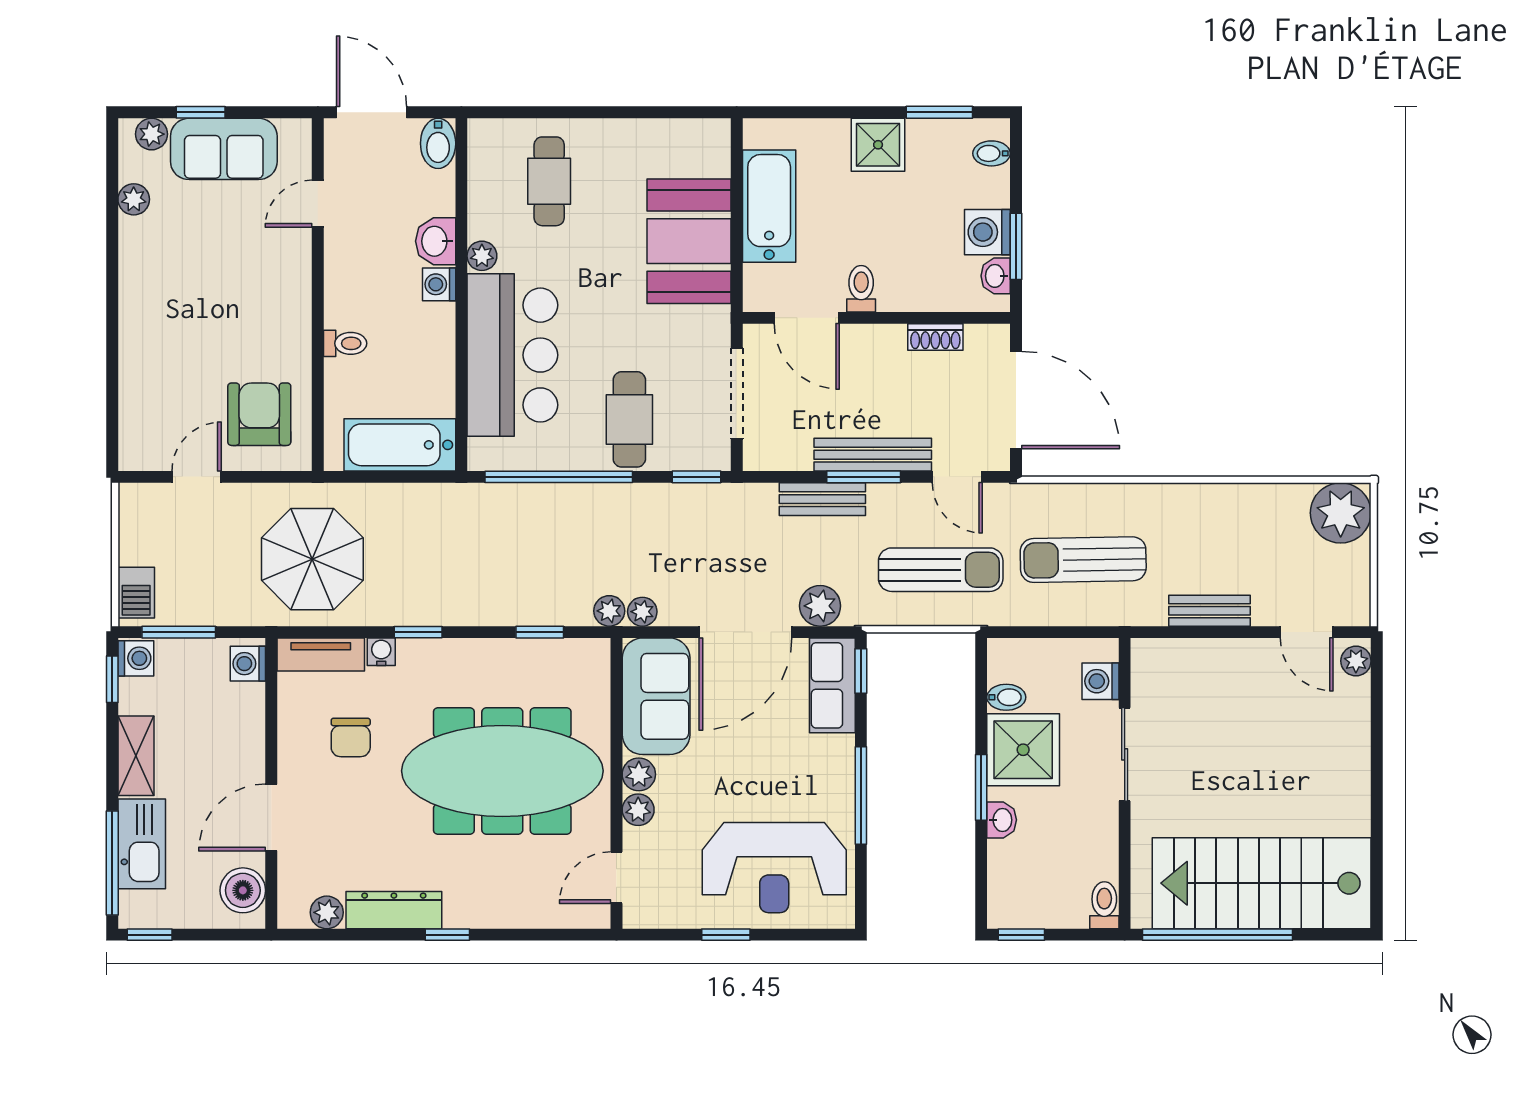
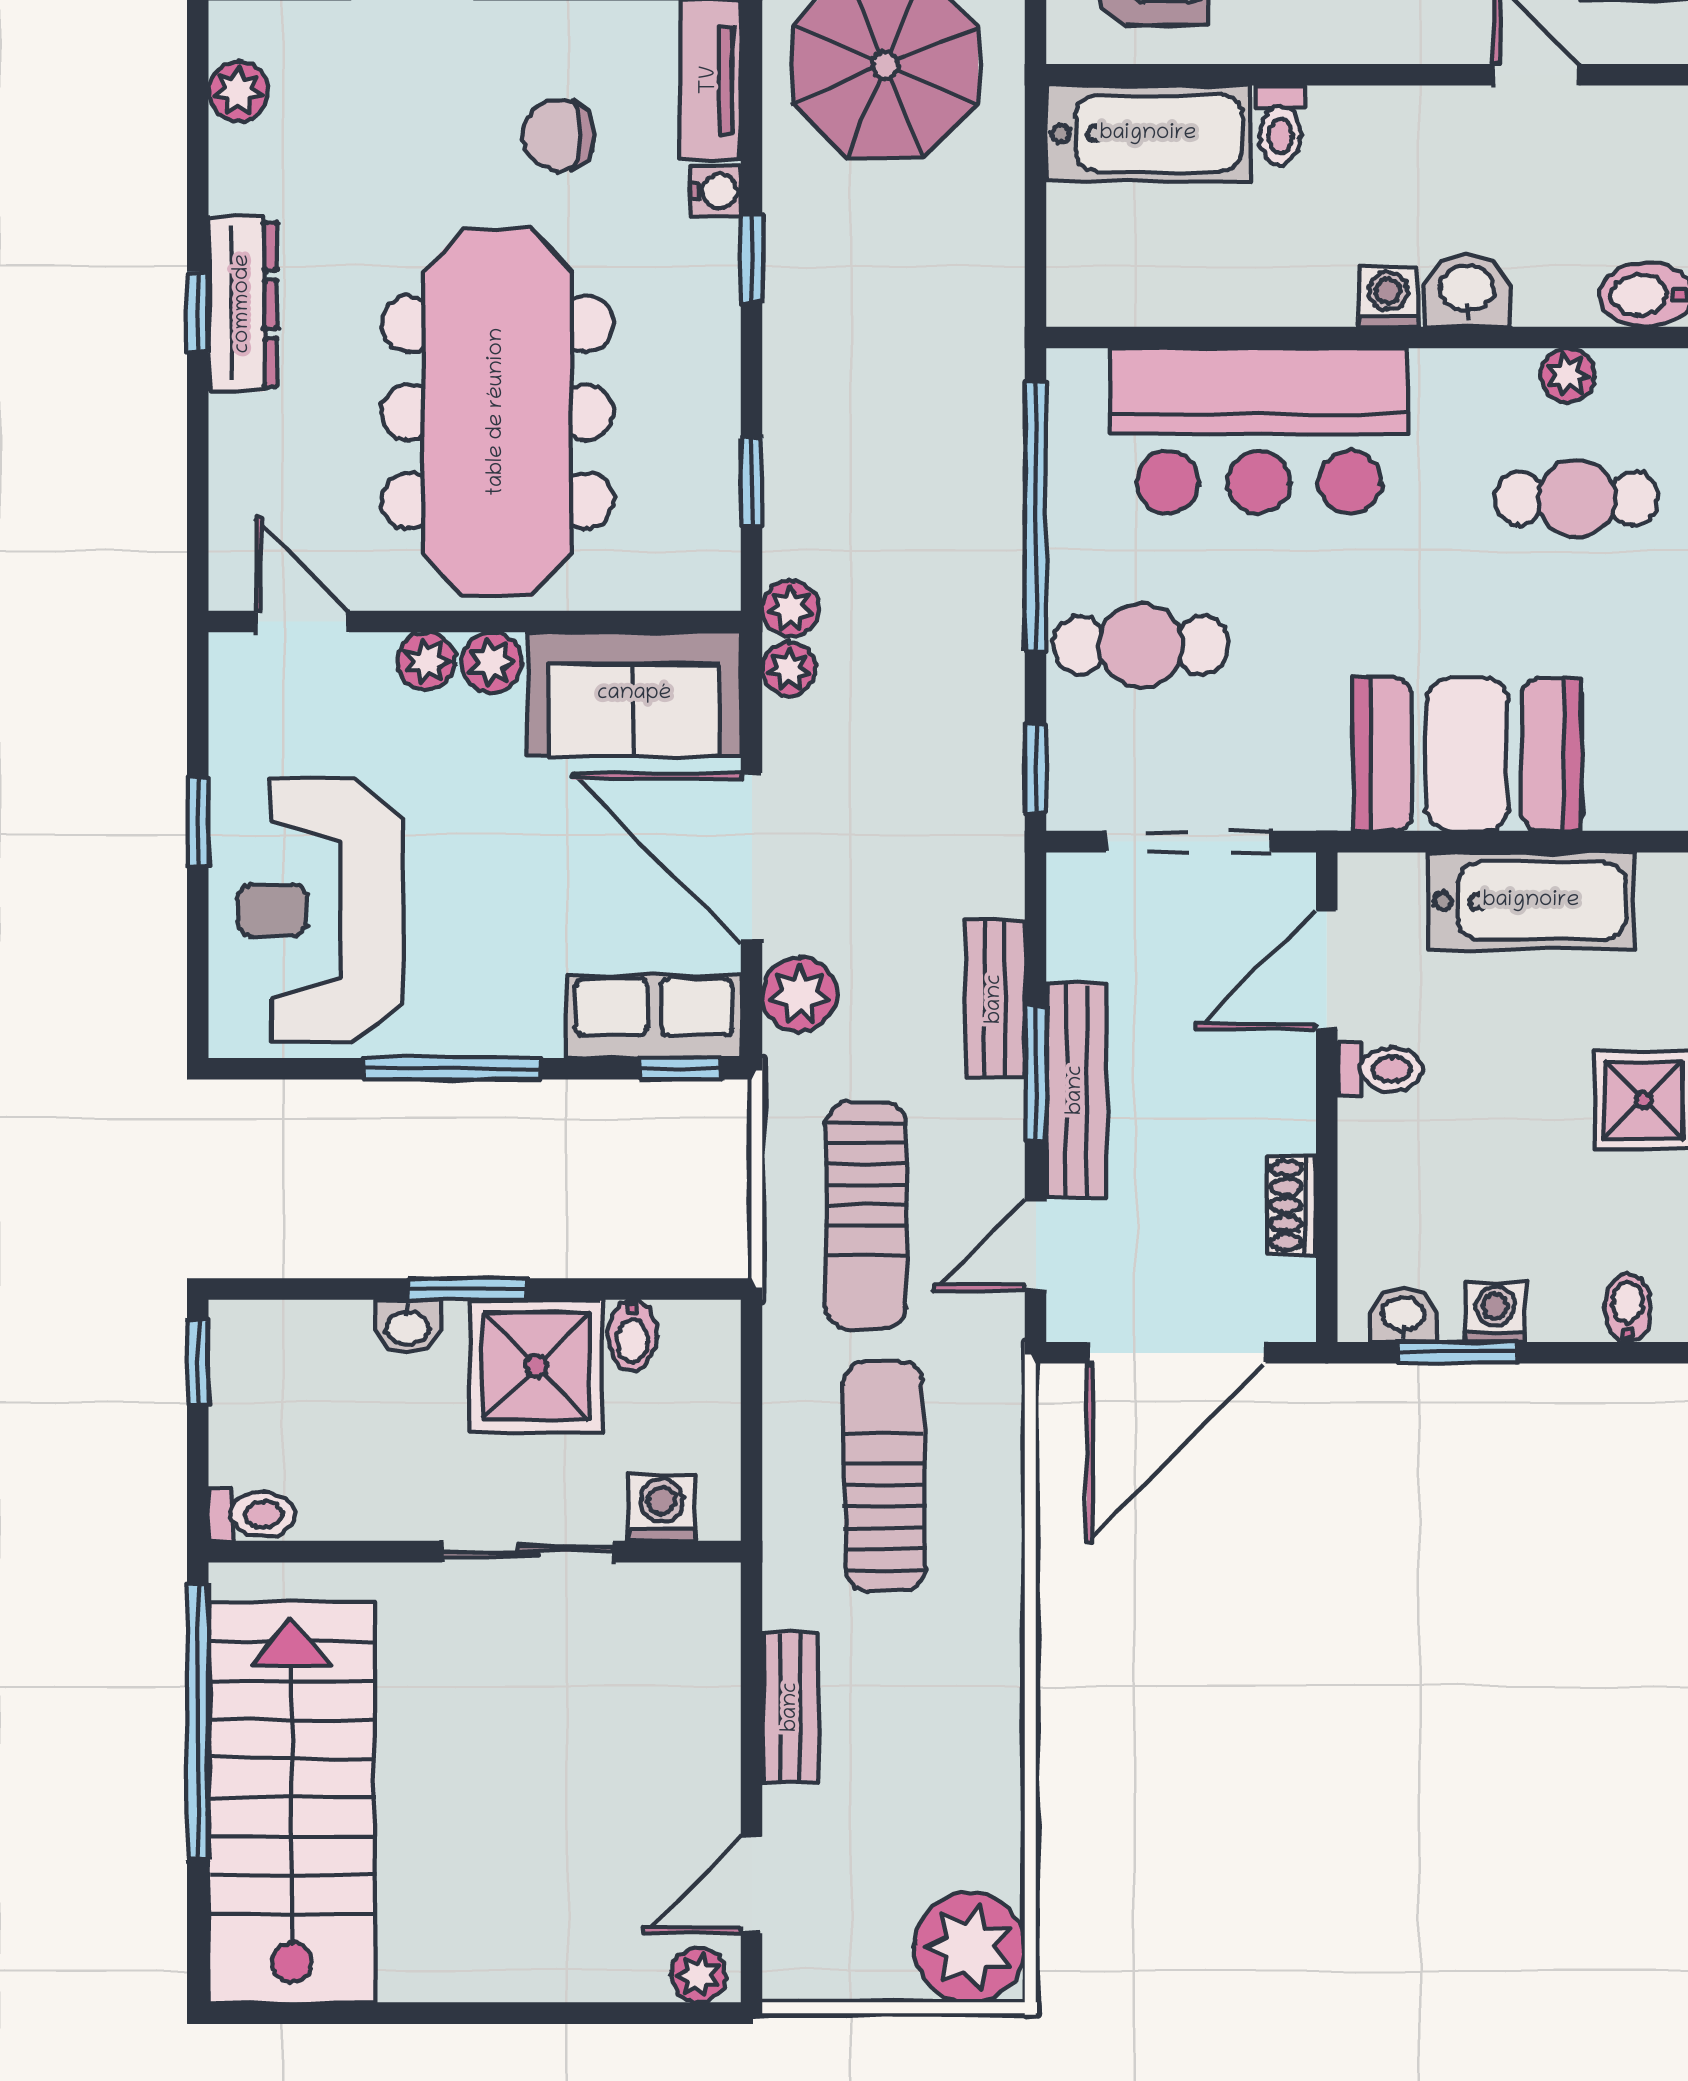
washing machine: (987, 232) -> (1495, 1312), width x0.73, depth x0.73
plant: (482, 256) -> (1568, 375), moved
bathtub: (400, 445) -> (1148, 134), moved, turned 90
dresser: (394, 910) -> (243, 304), moved

